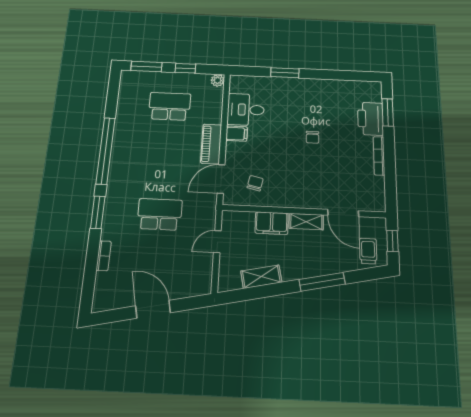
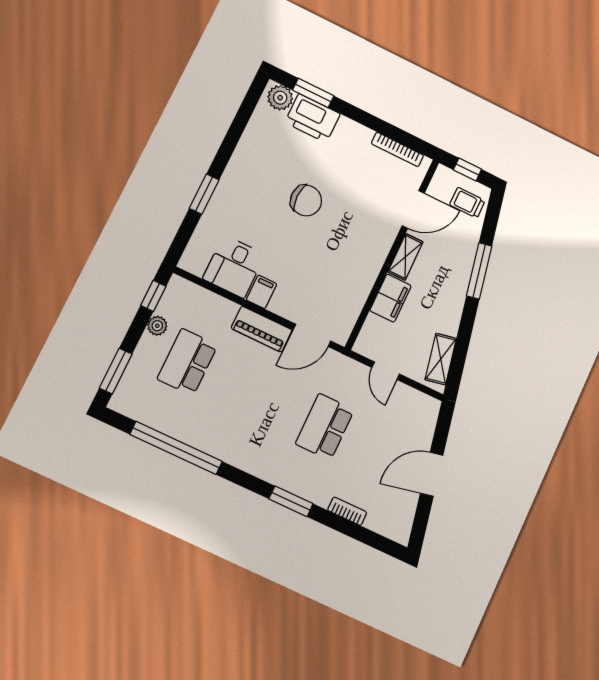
window: (185, 68) -> (153, 296), moved
plant: (218, 80) -> (157, 326), moved
plant: (373, 93) -> (280, 98), added
chair: (313, 137) -> (306, 201), width x1.87, depth x1.87
window: (106, 151) -> (176, 448), moved
bookcase: (379, 156) -> (397, 149), moved
door: (221, 179) -> (312, 335), hinge flipped
chair: (255, 183) -> (334, 296), removed
shelving: (261, 277) -> (441, 359), moved

